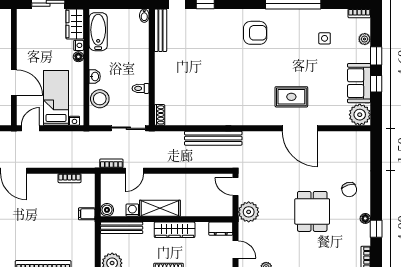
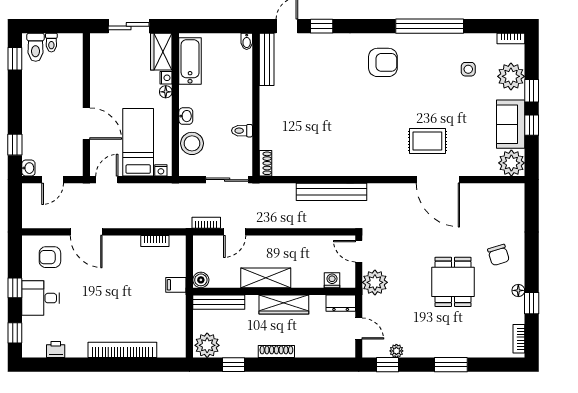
plant: (365, 39) -> (511, 76), width x1.88, depth x1.88
washing machine: (132, 210) -> (332, 280), moved

